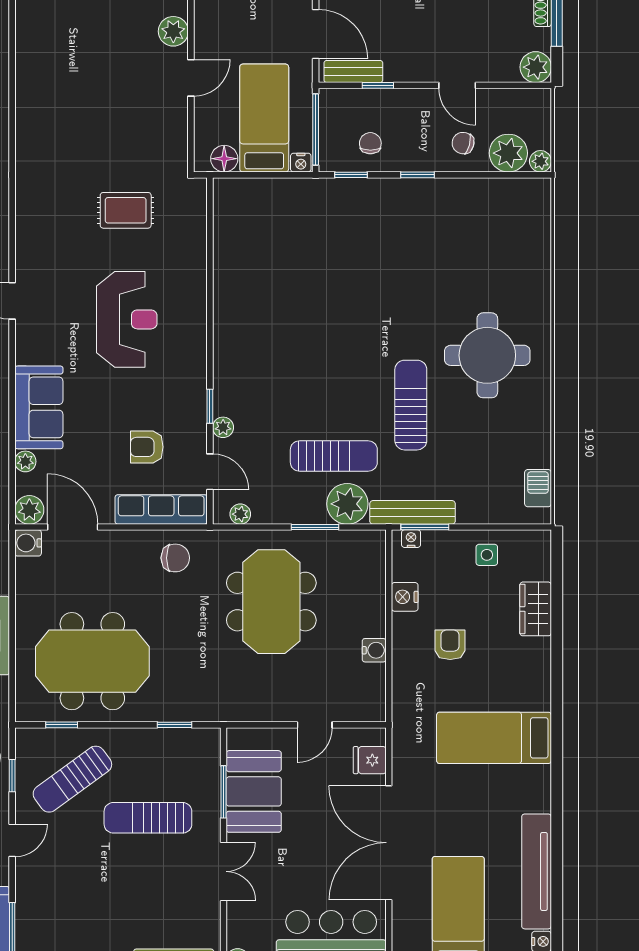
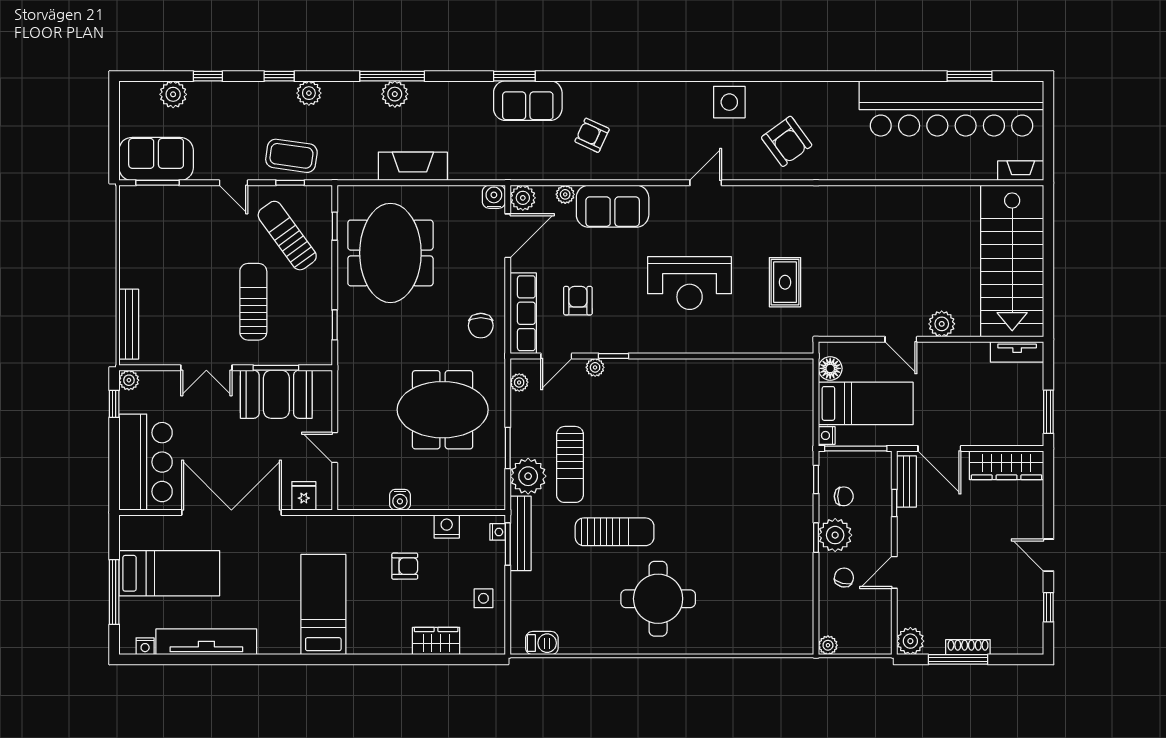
door: (316, 34) -> (939, 448), hinge flipped
plant: (508, 153) -> (835, 535), moved

